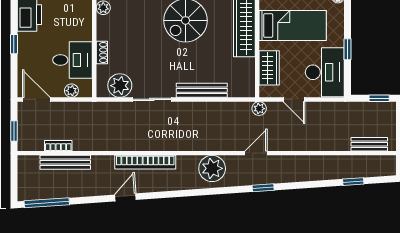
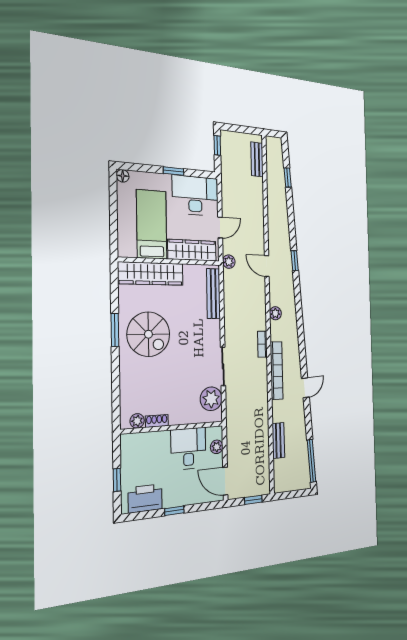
shoe rack: (102, 53) -> (157, 421), moved
wardrobe: (269, 68) -> (192, 250), width x1.50
bench: (202, 90) -> (213, 294), moved
door: (36, 99) -> (225, 481), hinge flipped
bookcase: (58, 146) -> (262, 344), moved
bench: (65, 162) -> (278, 440), width x0.73
plant: (212, 168) -> (275, 313), width x0.53, depth x0.53
door: (125, 197) -> (305, 388), swing flipped

